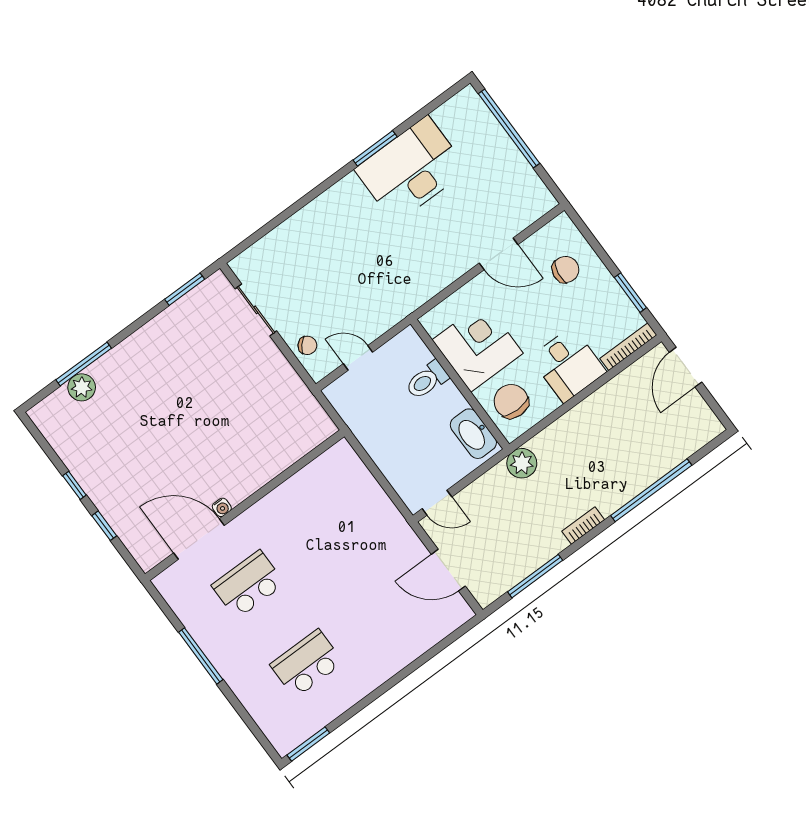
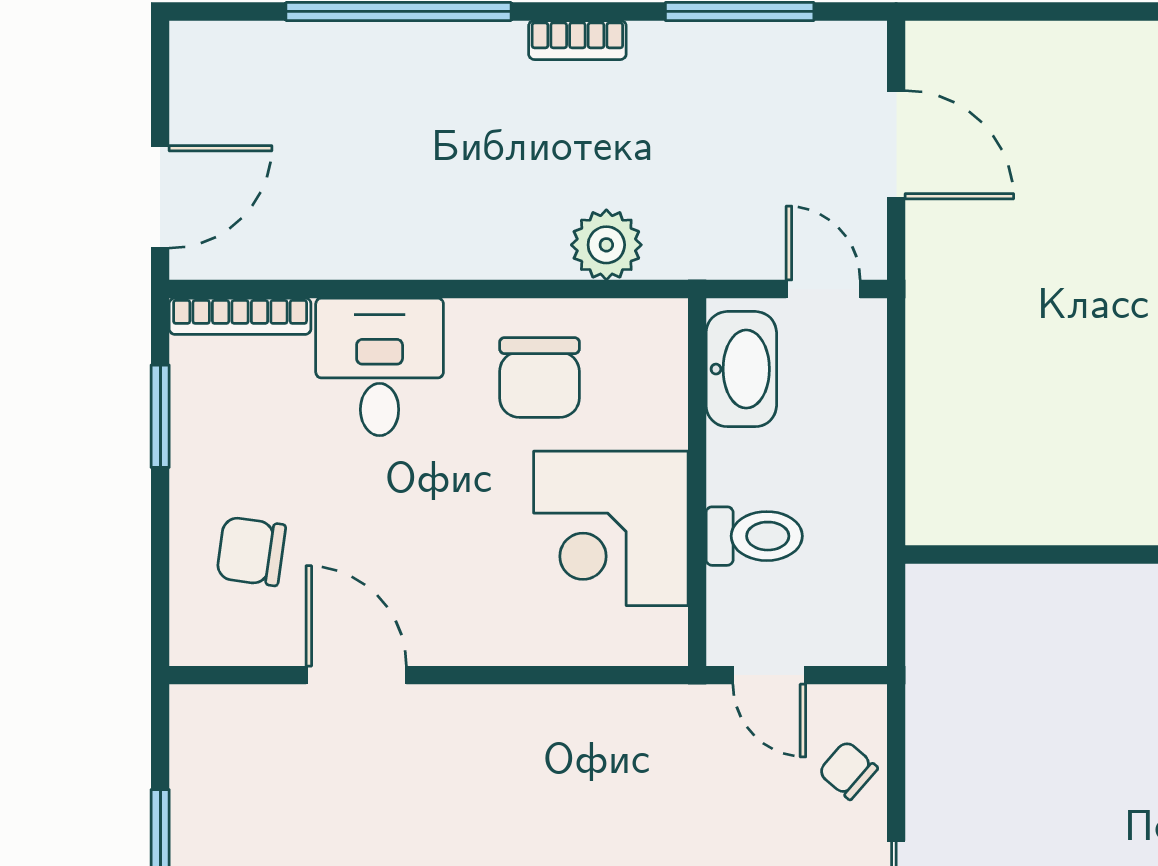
corner desk: (478, 347) -> (611, 528), moved
toilet: (427, 380) -> (754, 536), moved
wall: (460, 384) -> (697, 482), moved
washbasin: (473, 434) -> (741, 369), moved

